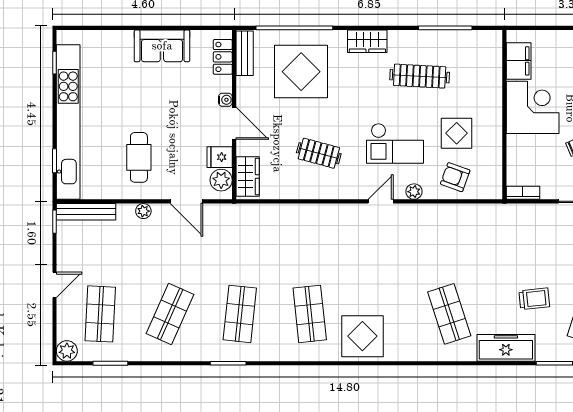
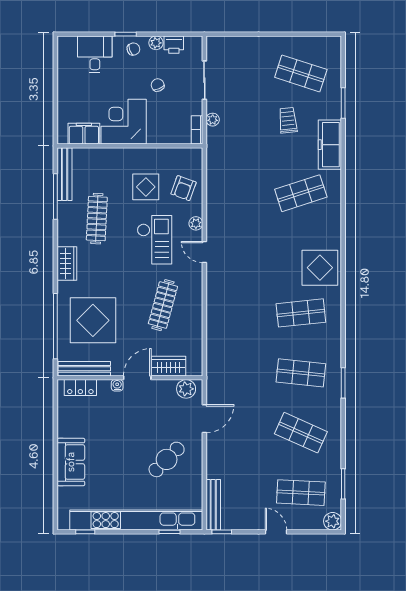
bench: (471, 38) -> (65, 174), added
sofa: (162, 46) -> (71, 462), moved
bench: (245, 53) -> (84, 369), width x1.36
clothes rail: (319, 153) -> (163, 305), width x1.36
cafe table: (139, 157) -> (167, 459), turned -45
fridge: (220, 157) -> (166, 390), removed
wardrobe: (248, 176) -> (169, 366), moved
plant: (143, 211) -> (213, 120), moved

